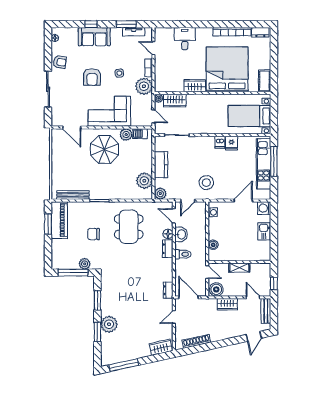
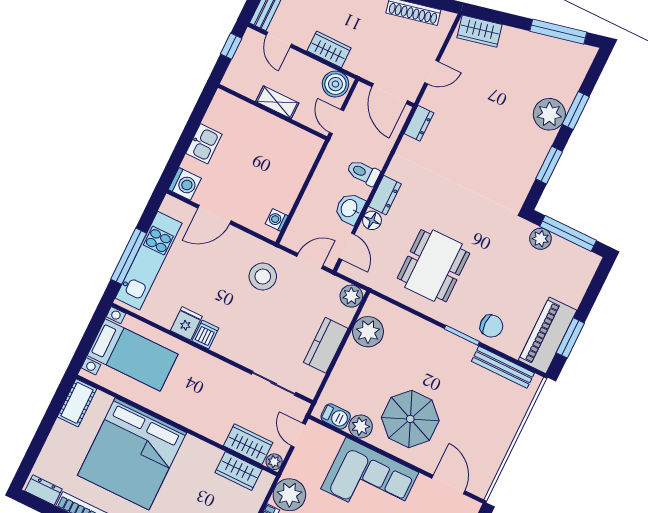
wardrobe: (195, 86) -> (238, 471), moved
chair: (93, 234) -> (491, 326), moved
boiler: (213, 245) -> (303, 164), removed

